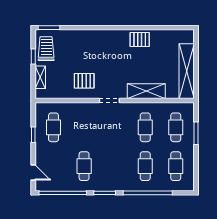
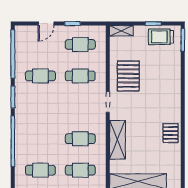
trolley: (46, 49) -> (161, 37), turned 180
shelving: (40, 77) -> (121, 31), moved
pallet: (84, 81) -> (128, 76), width x1.50, depth x1.42
cafe table: (145, 166) -> (80, 76), moved
door: (33, 172) -> (46, 24), moved

